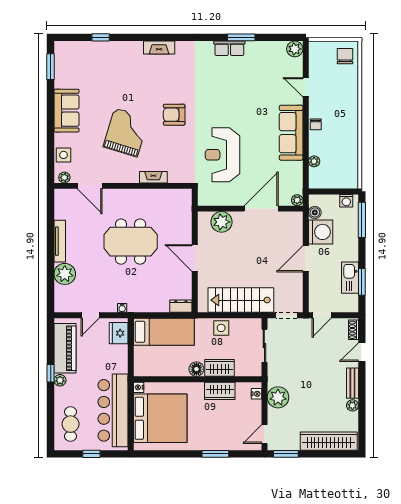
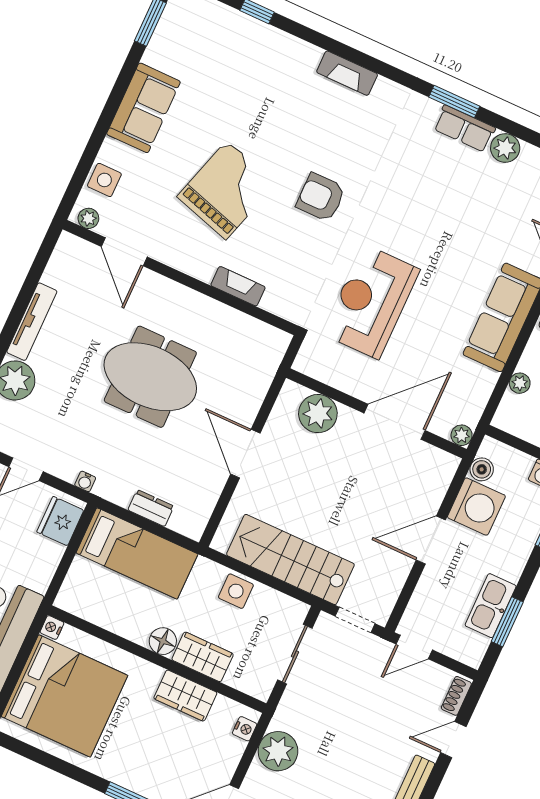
window: (241, 37) -> (454, 102), moved
plant: (254, 49) -> (505, 148), added
dresser: (181, 306) -> (151, 508), moved

